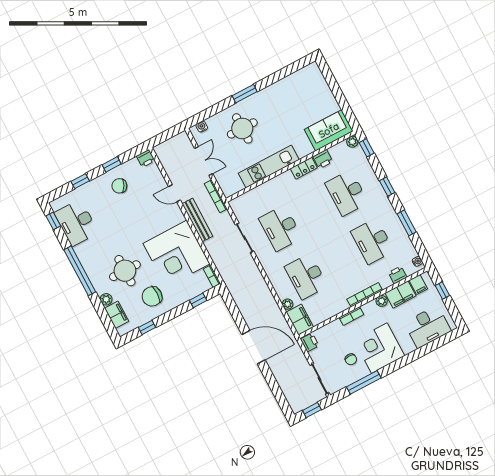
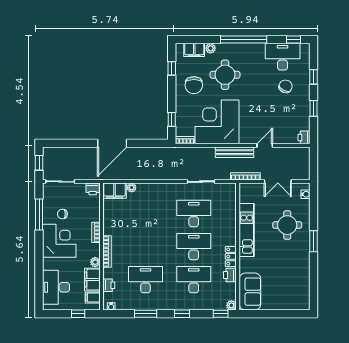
chair: (119, 186) -> (285, 86), moved
desk: (306, 276) -> (194, 247), moved
chair: (152, 296) -> (194, 85), turned 180

